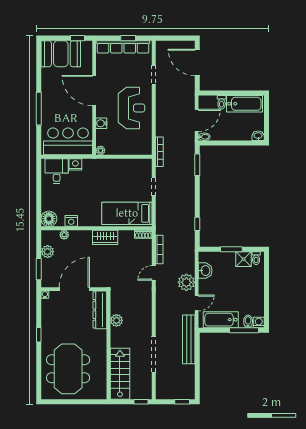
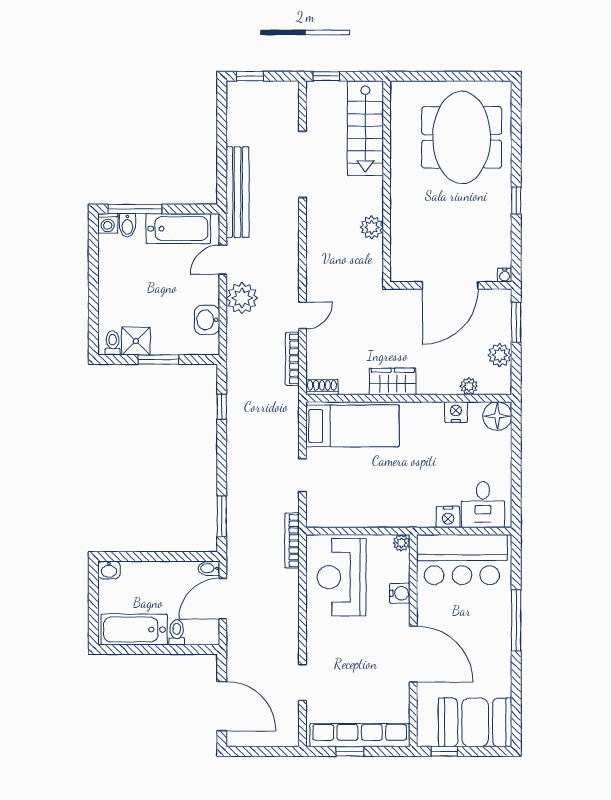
reception desk: (132, 108) -> (342, 577), moved
dresser: (100, 310) -> (403, 247), removed

